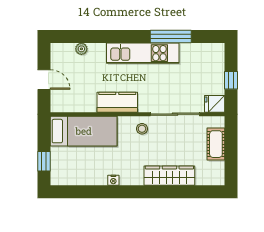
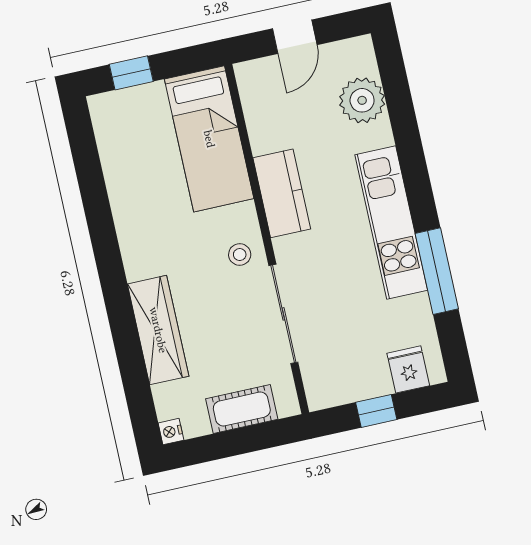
plant: (81, 49) -> (362, 100), width x1.87, depth x1.87
fridge: (215, 104) -> (408, 369), moved
nightstand: (113, 180) -> (171, 432), moved

